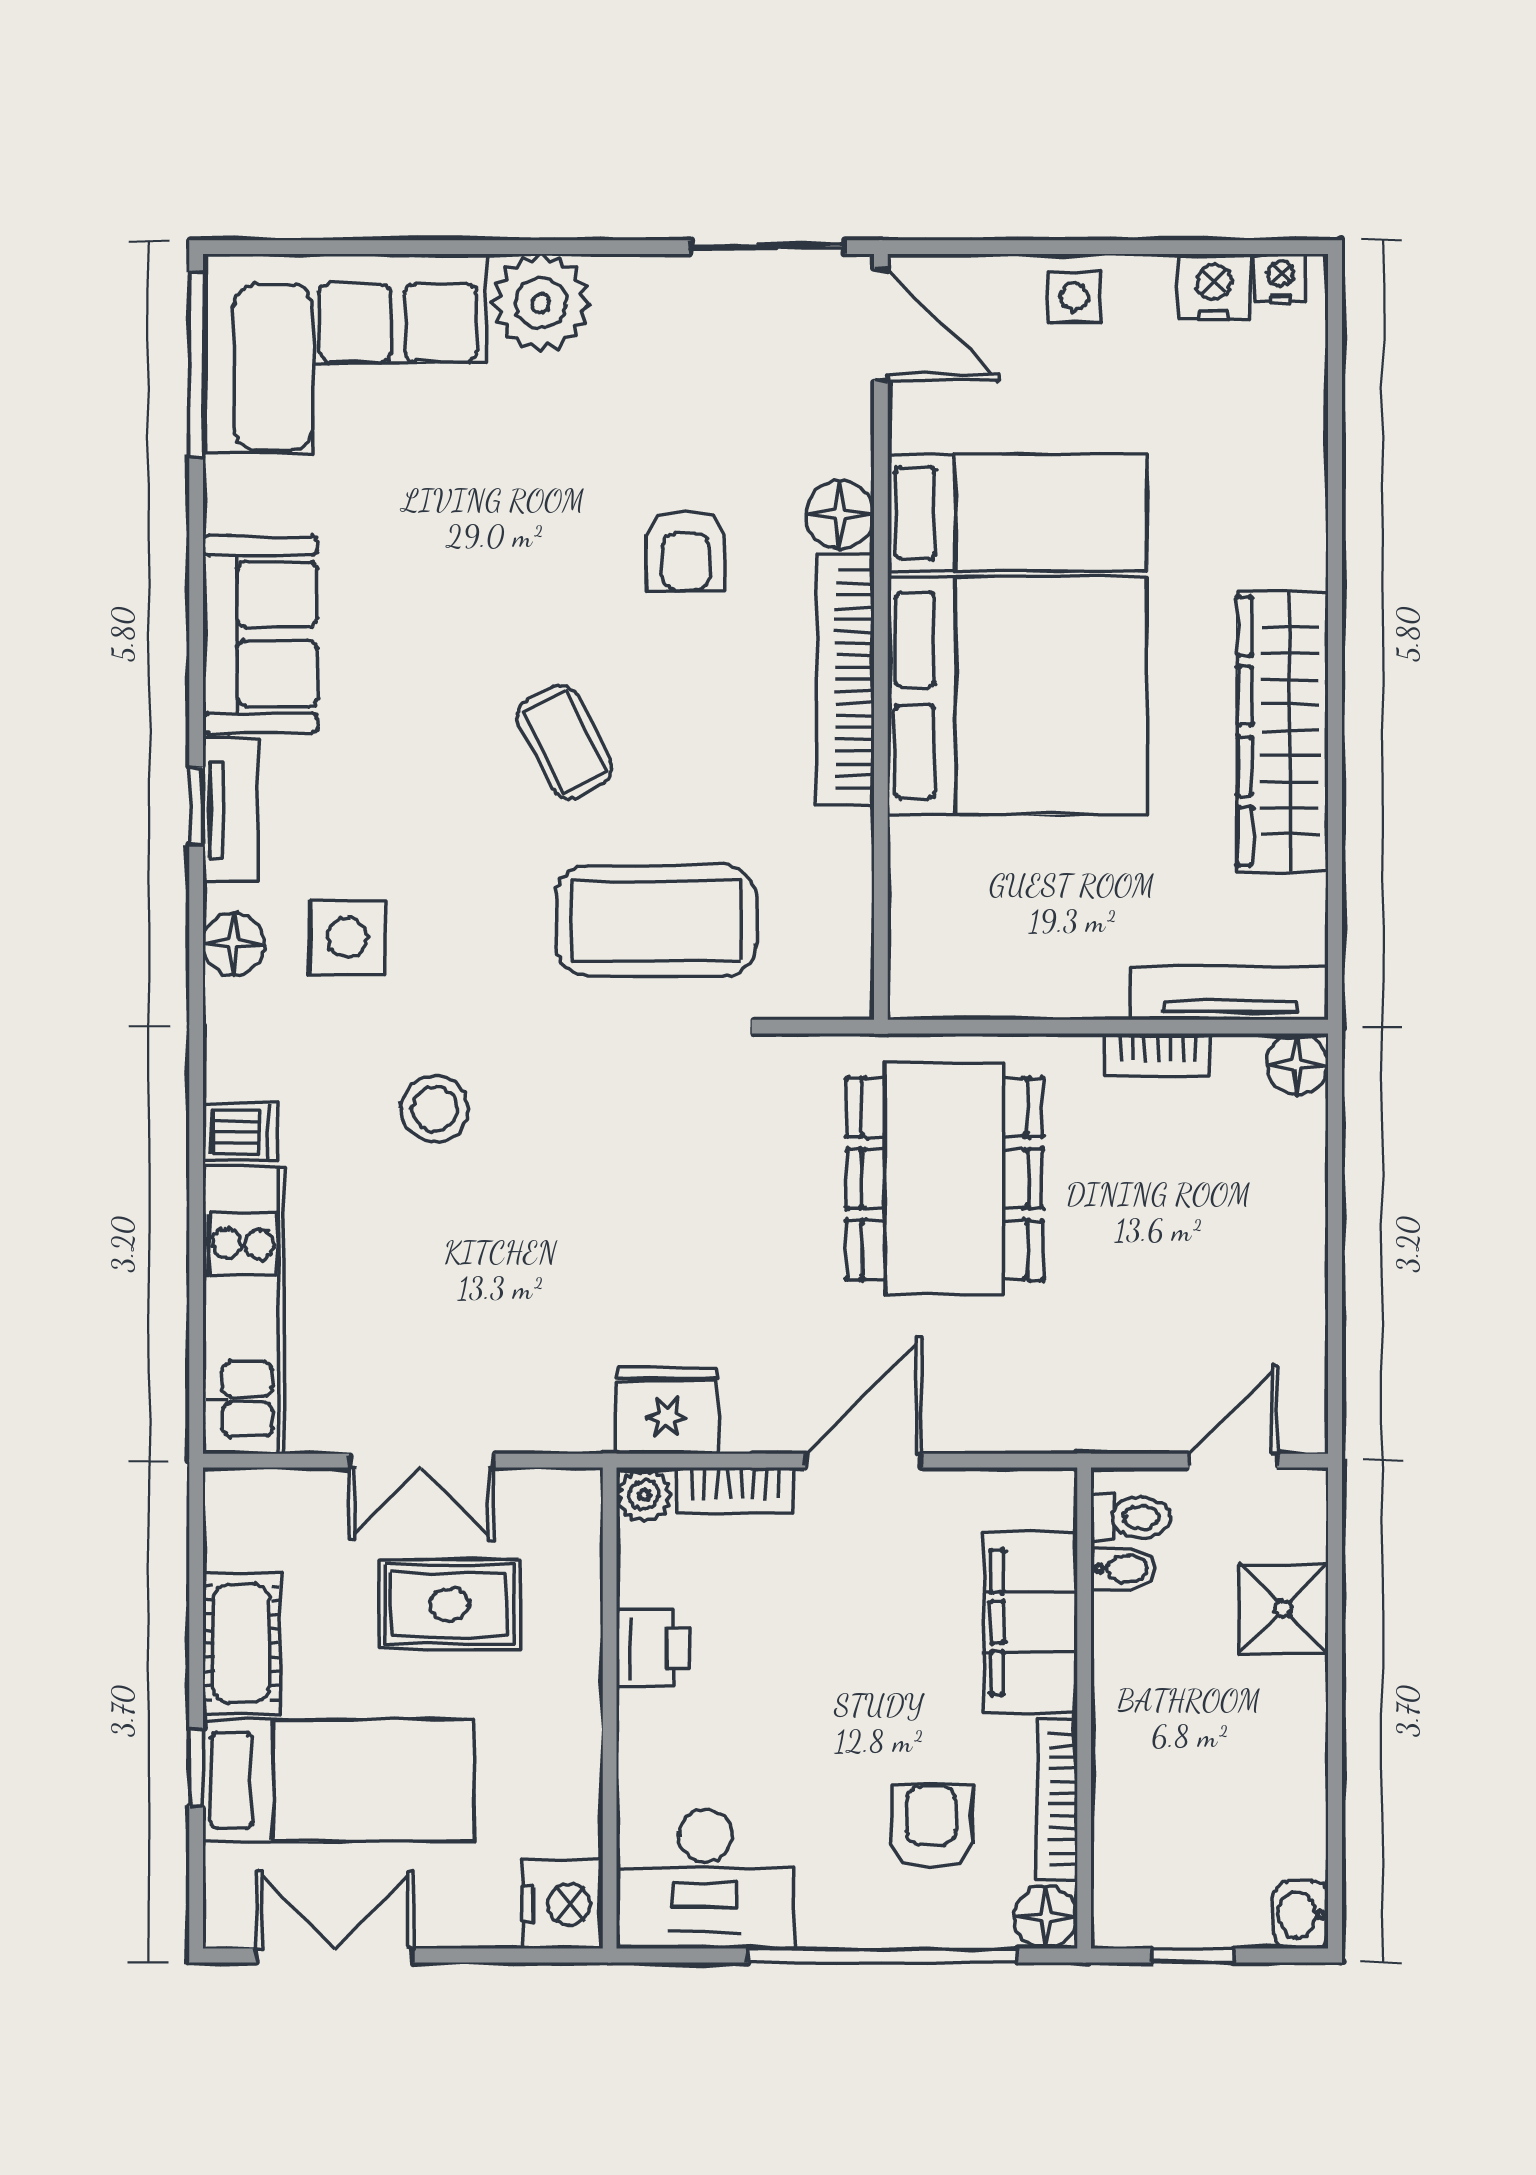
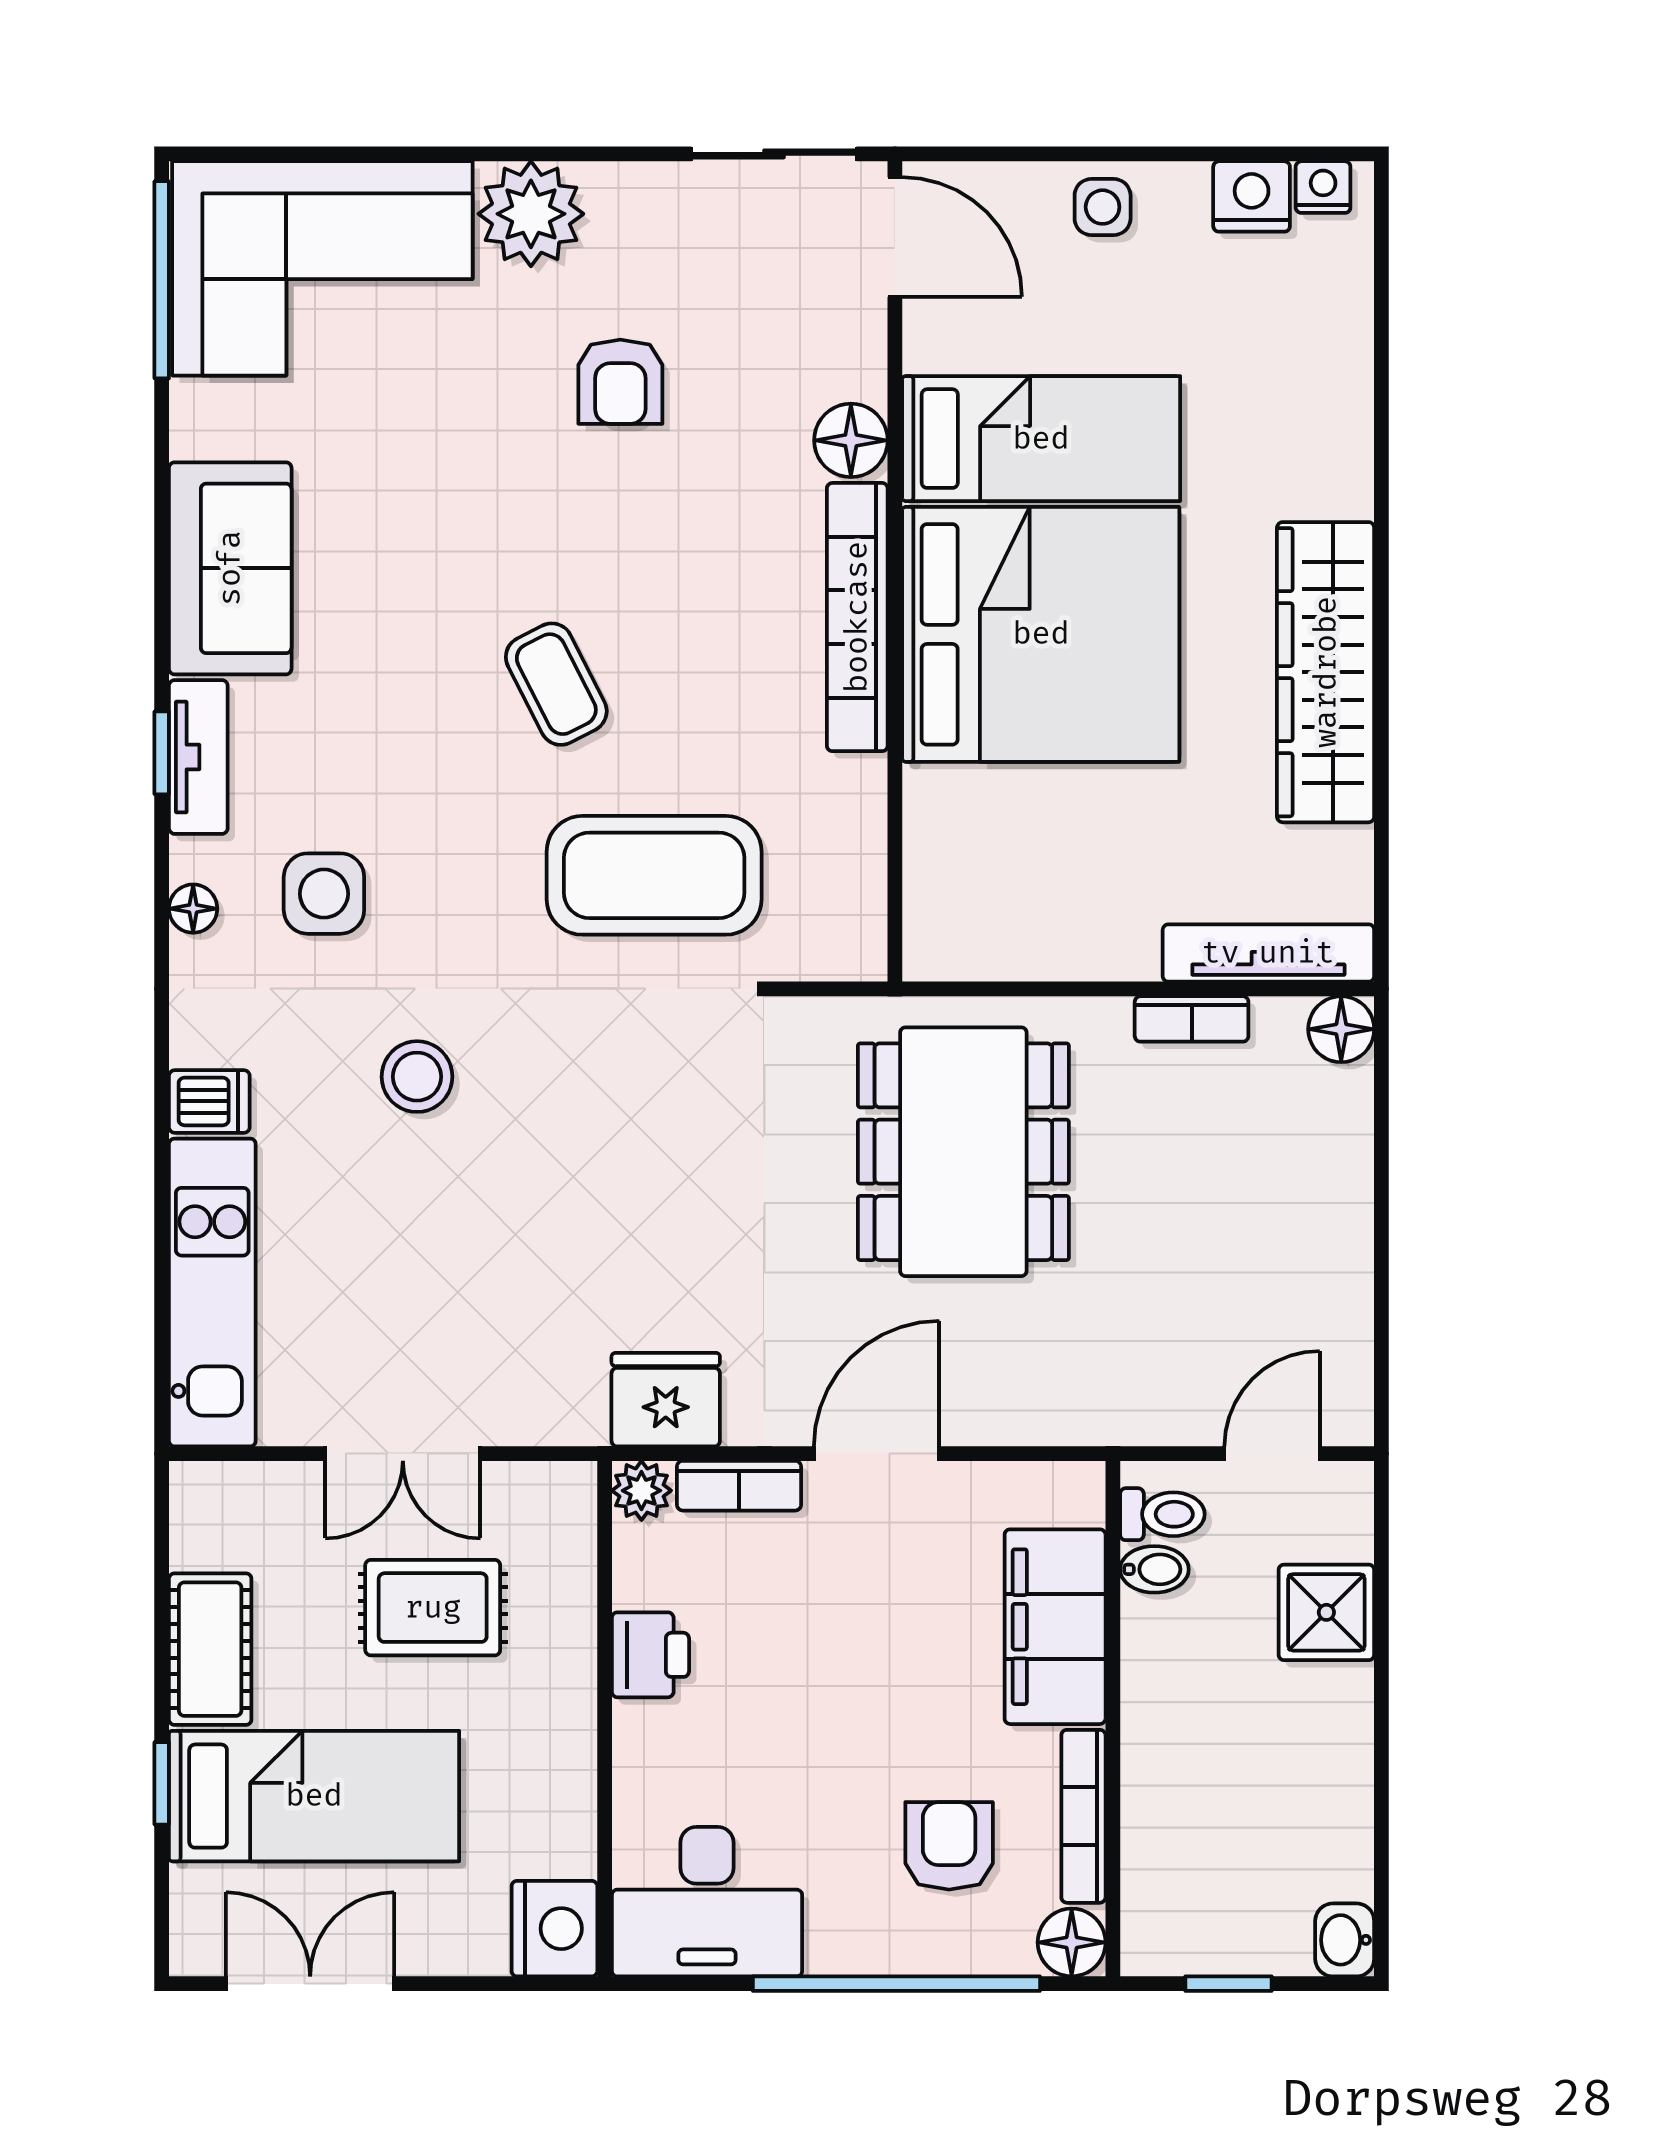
armchair: (686, 551) -> (620, 382), moved
floor lamp: (234, 943) -> (193, 909), width x0.73, depth x0.73

